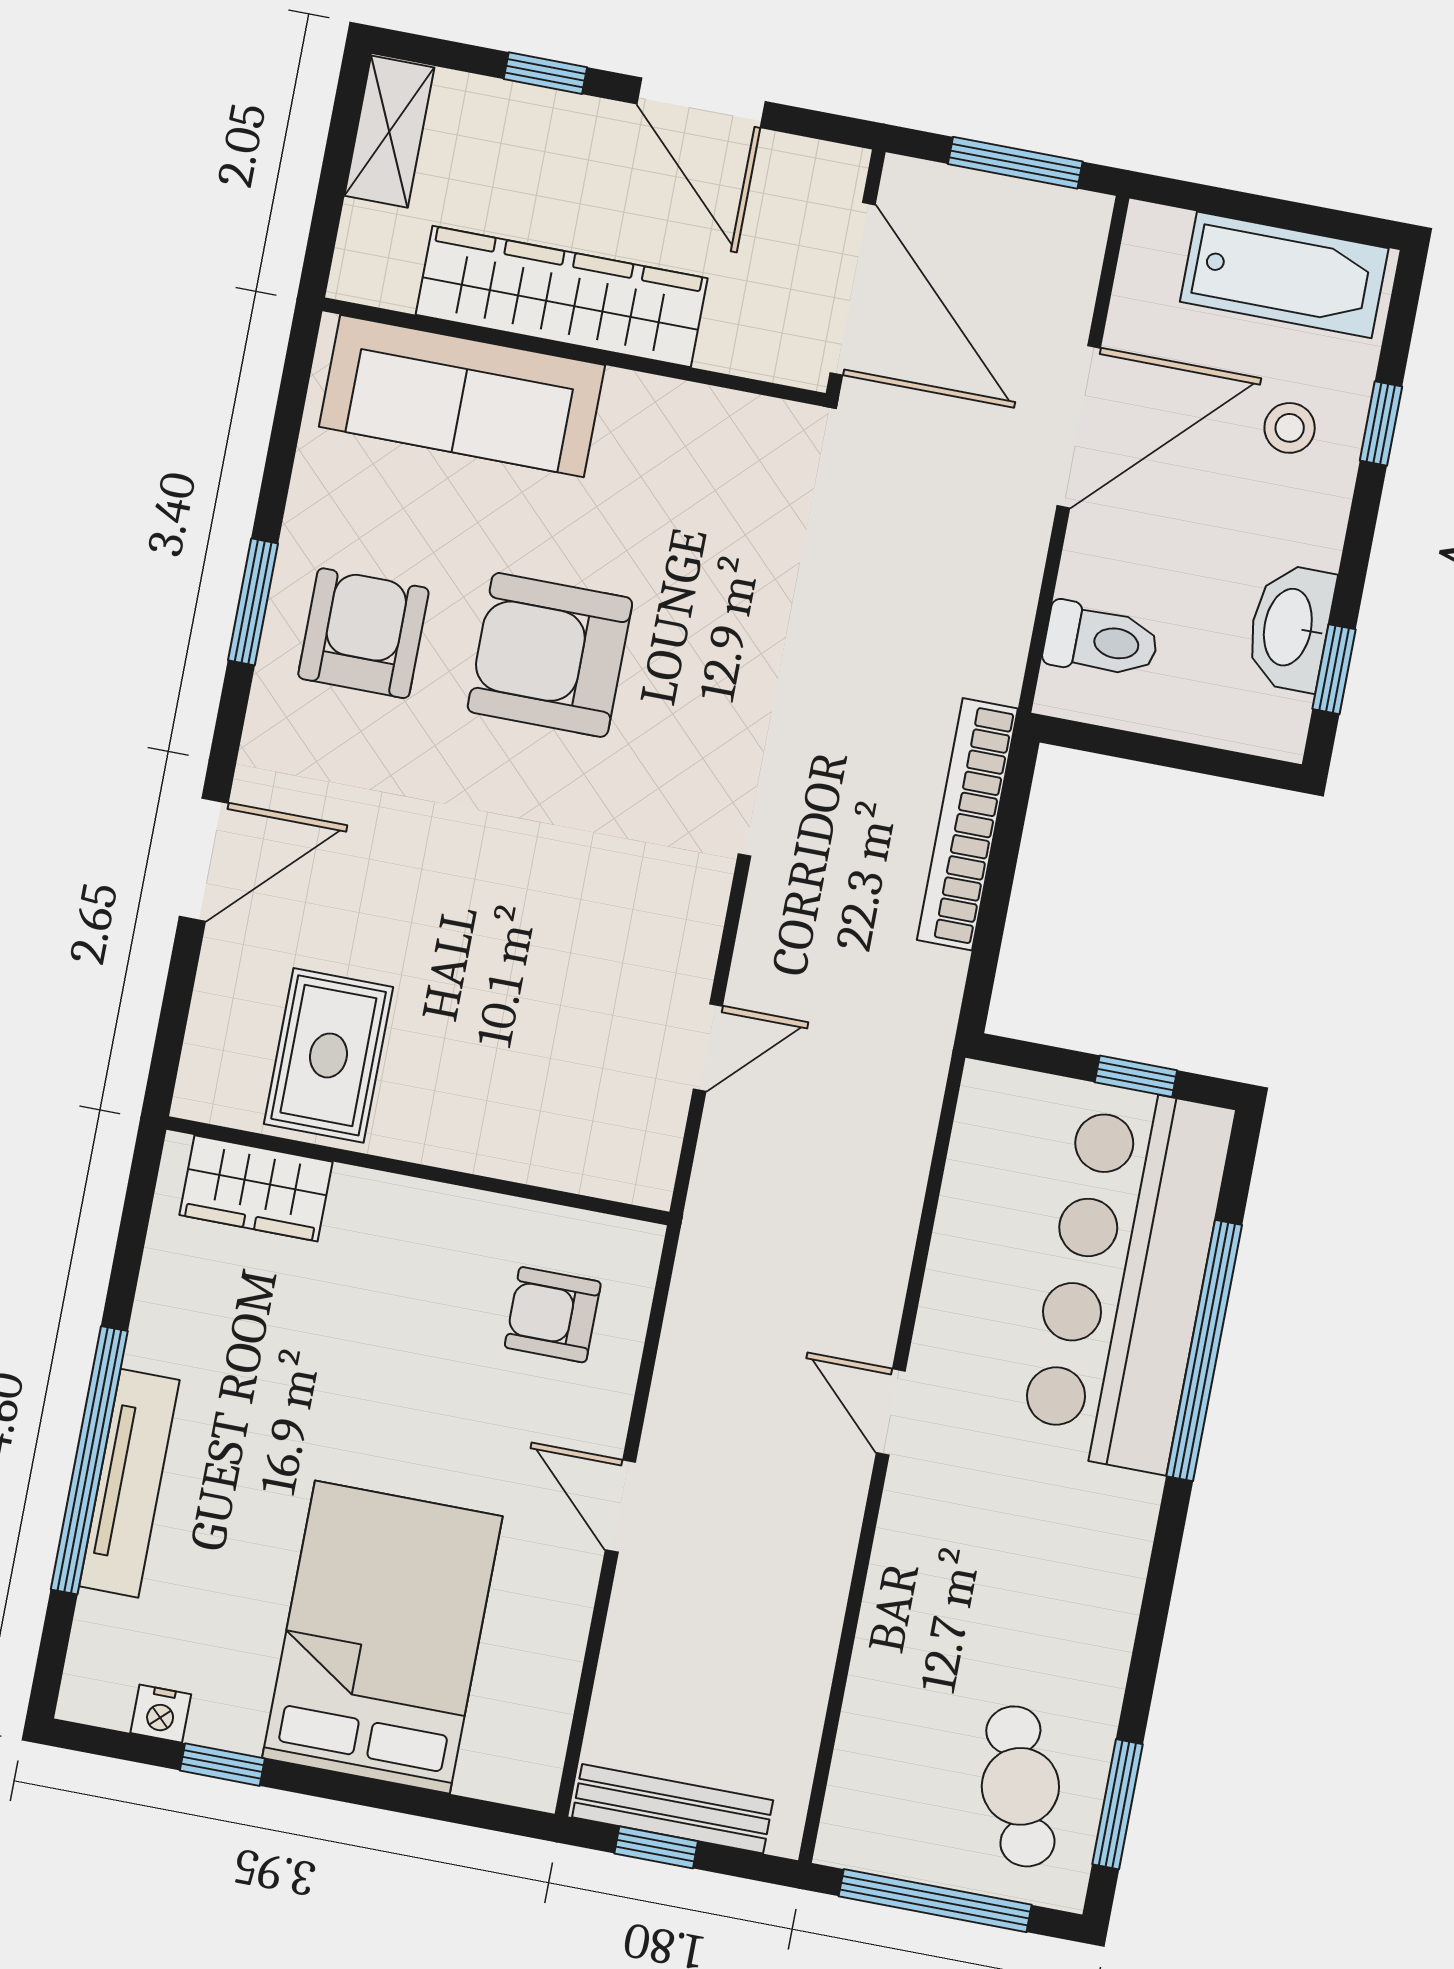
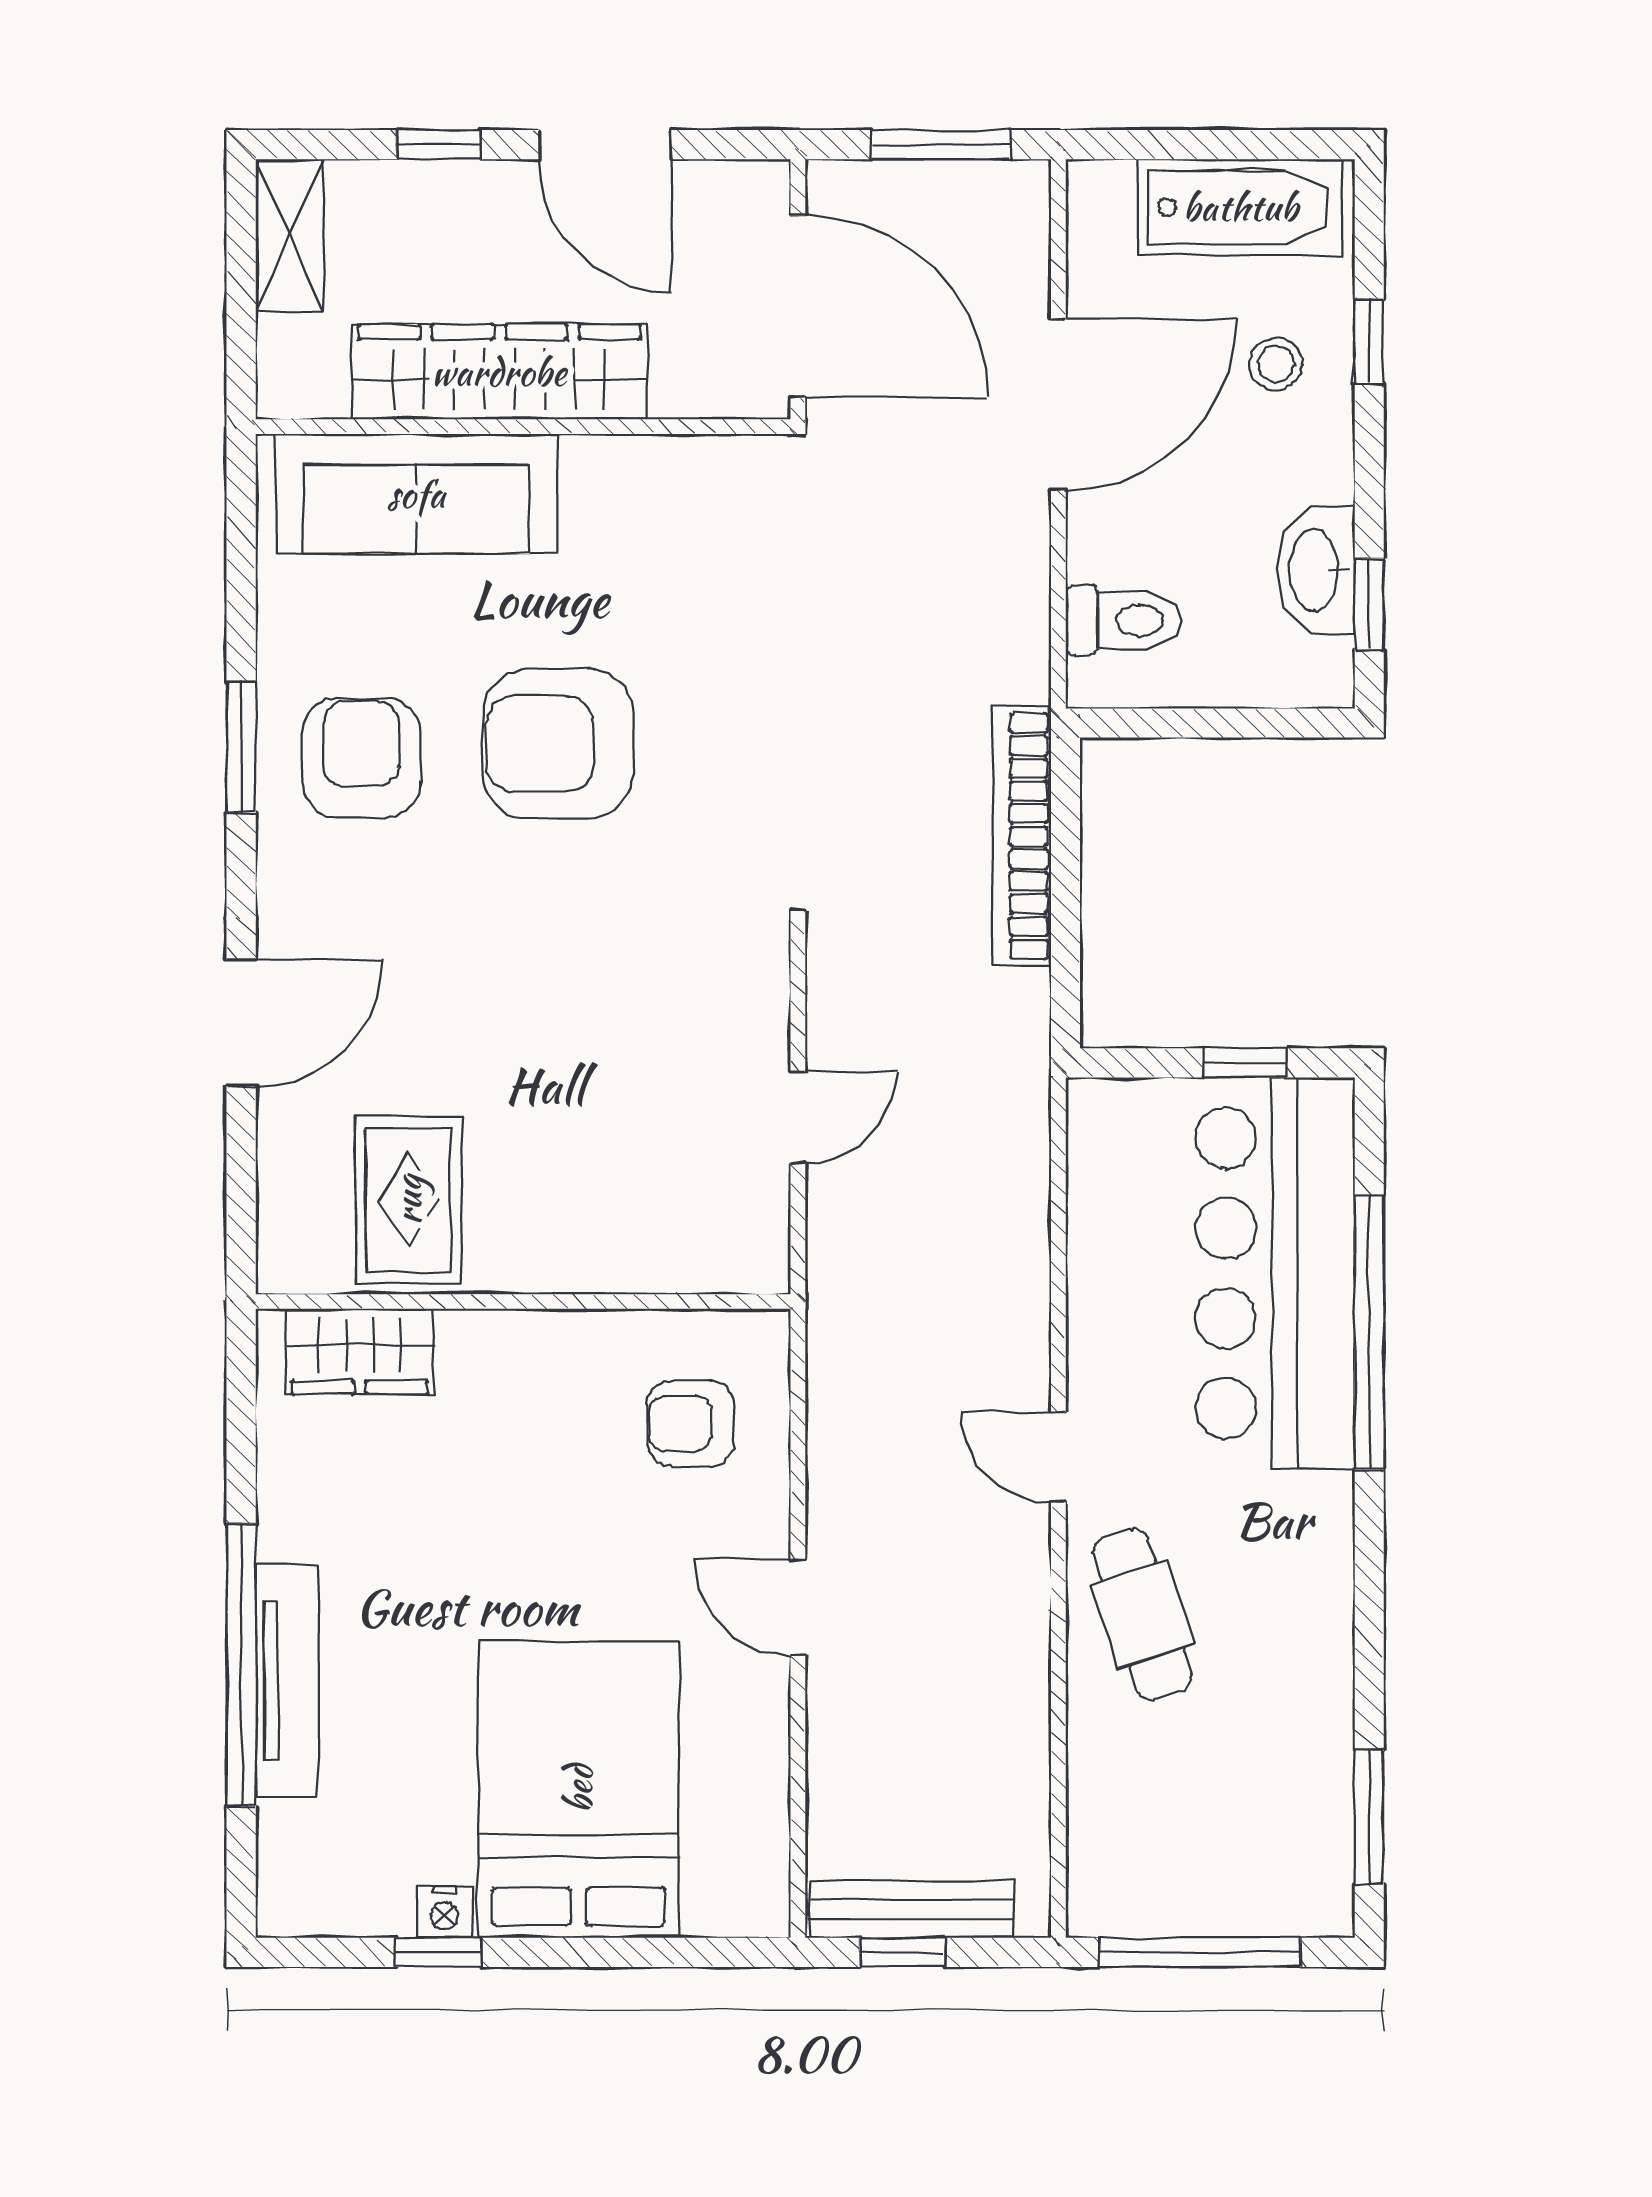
nightstand: (161, 1714) -> (445, 1912), moved
cafe table: (1020, 1786) -> (1143, 1615), moved

